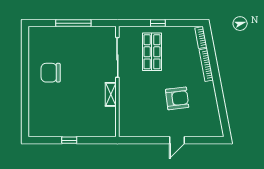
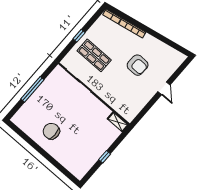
chair: (51, 73) -> (51, 131), turned 90
shelving: (111, 94) -> (118, 122), moved
armchair: (177, 98) -> (138, 65), turned 99

